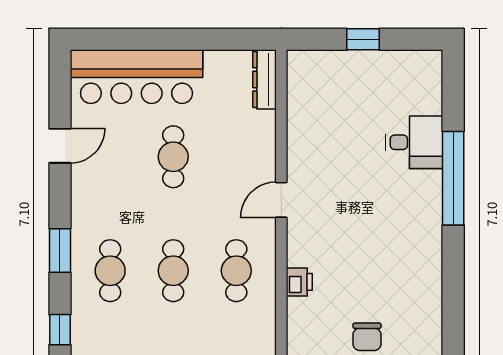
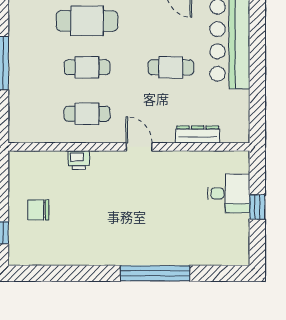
dresser: (264, 79) -> (198, 134), moved
desk: (414, 142) -> (229, 193), moved, turned -90
cafe table: (110, 271) -> (87, 21), width x1.37, depth x1.35

